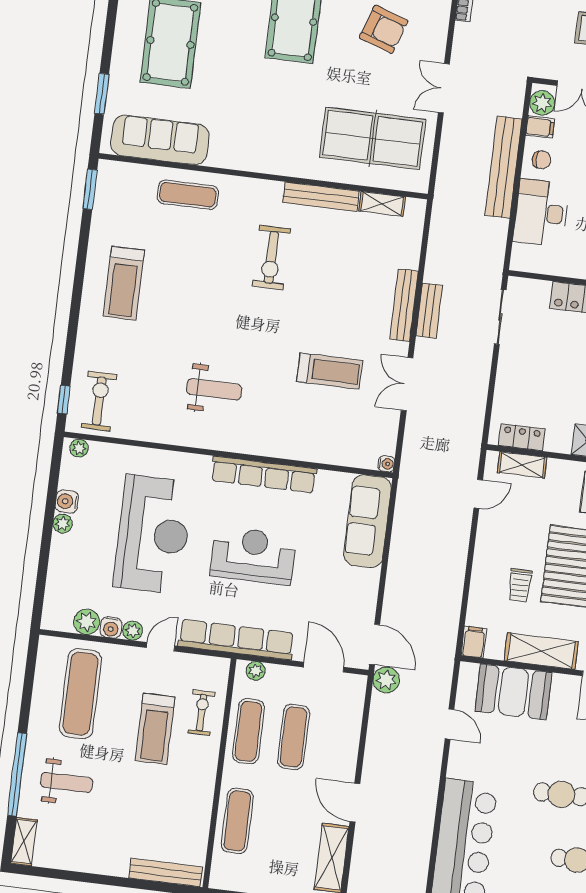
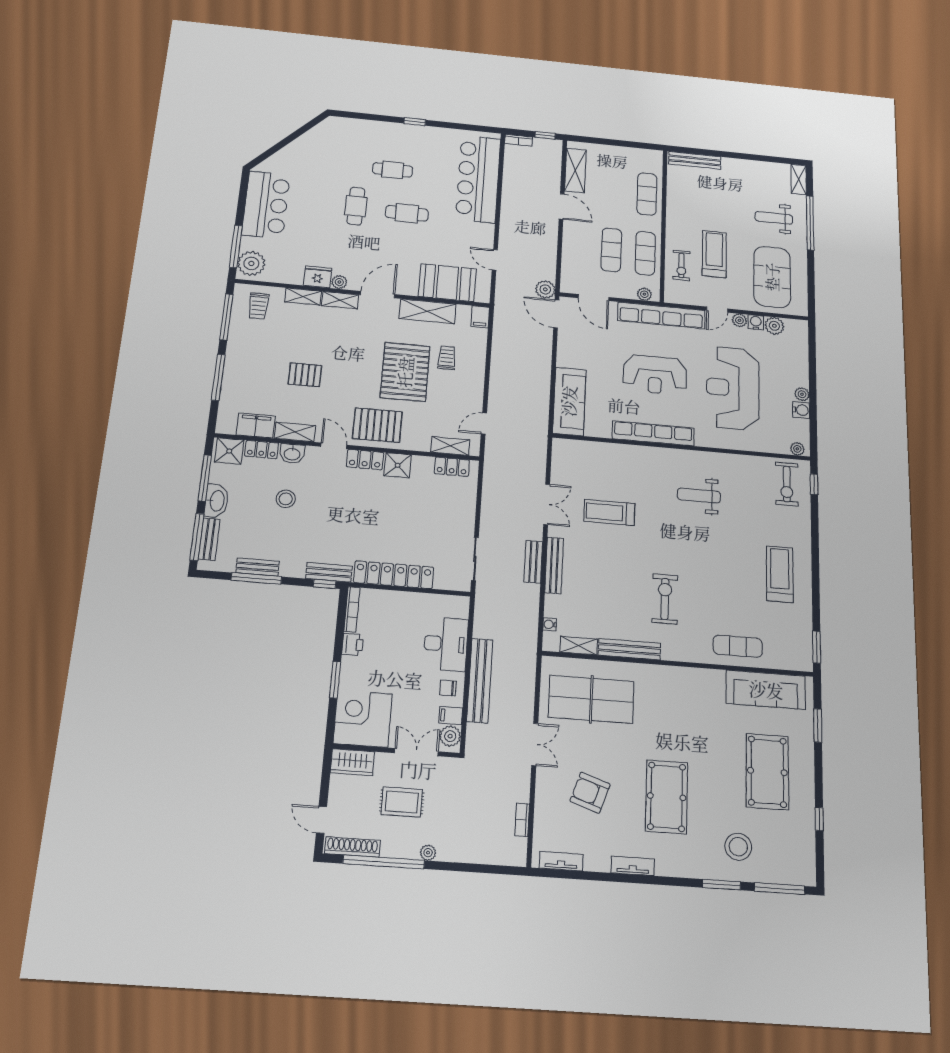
water cooler: (386, 464) -> (550, 624), moved
exercise mat: (80, 694) -> (772, 277), width x1.47

